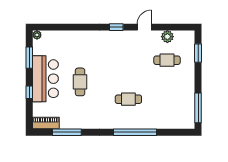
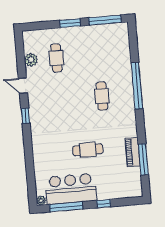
window: (198, 53) -> (70, 23), moved
window: (29, 58) -> (66, 207), width x1.44
bar counter: (45, 79) -> (71, 189), moved
piano: (46, 123) -> (133, 152), moved

